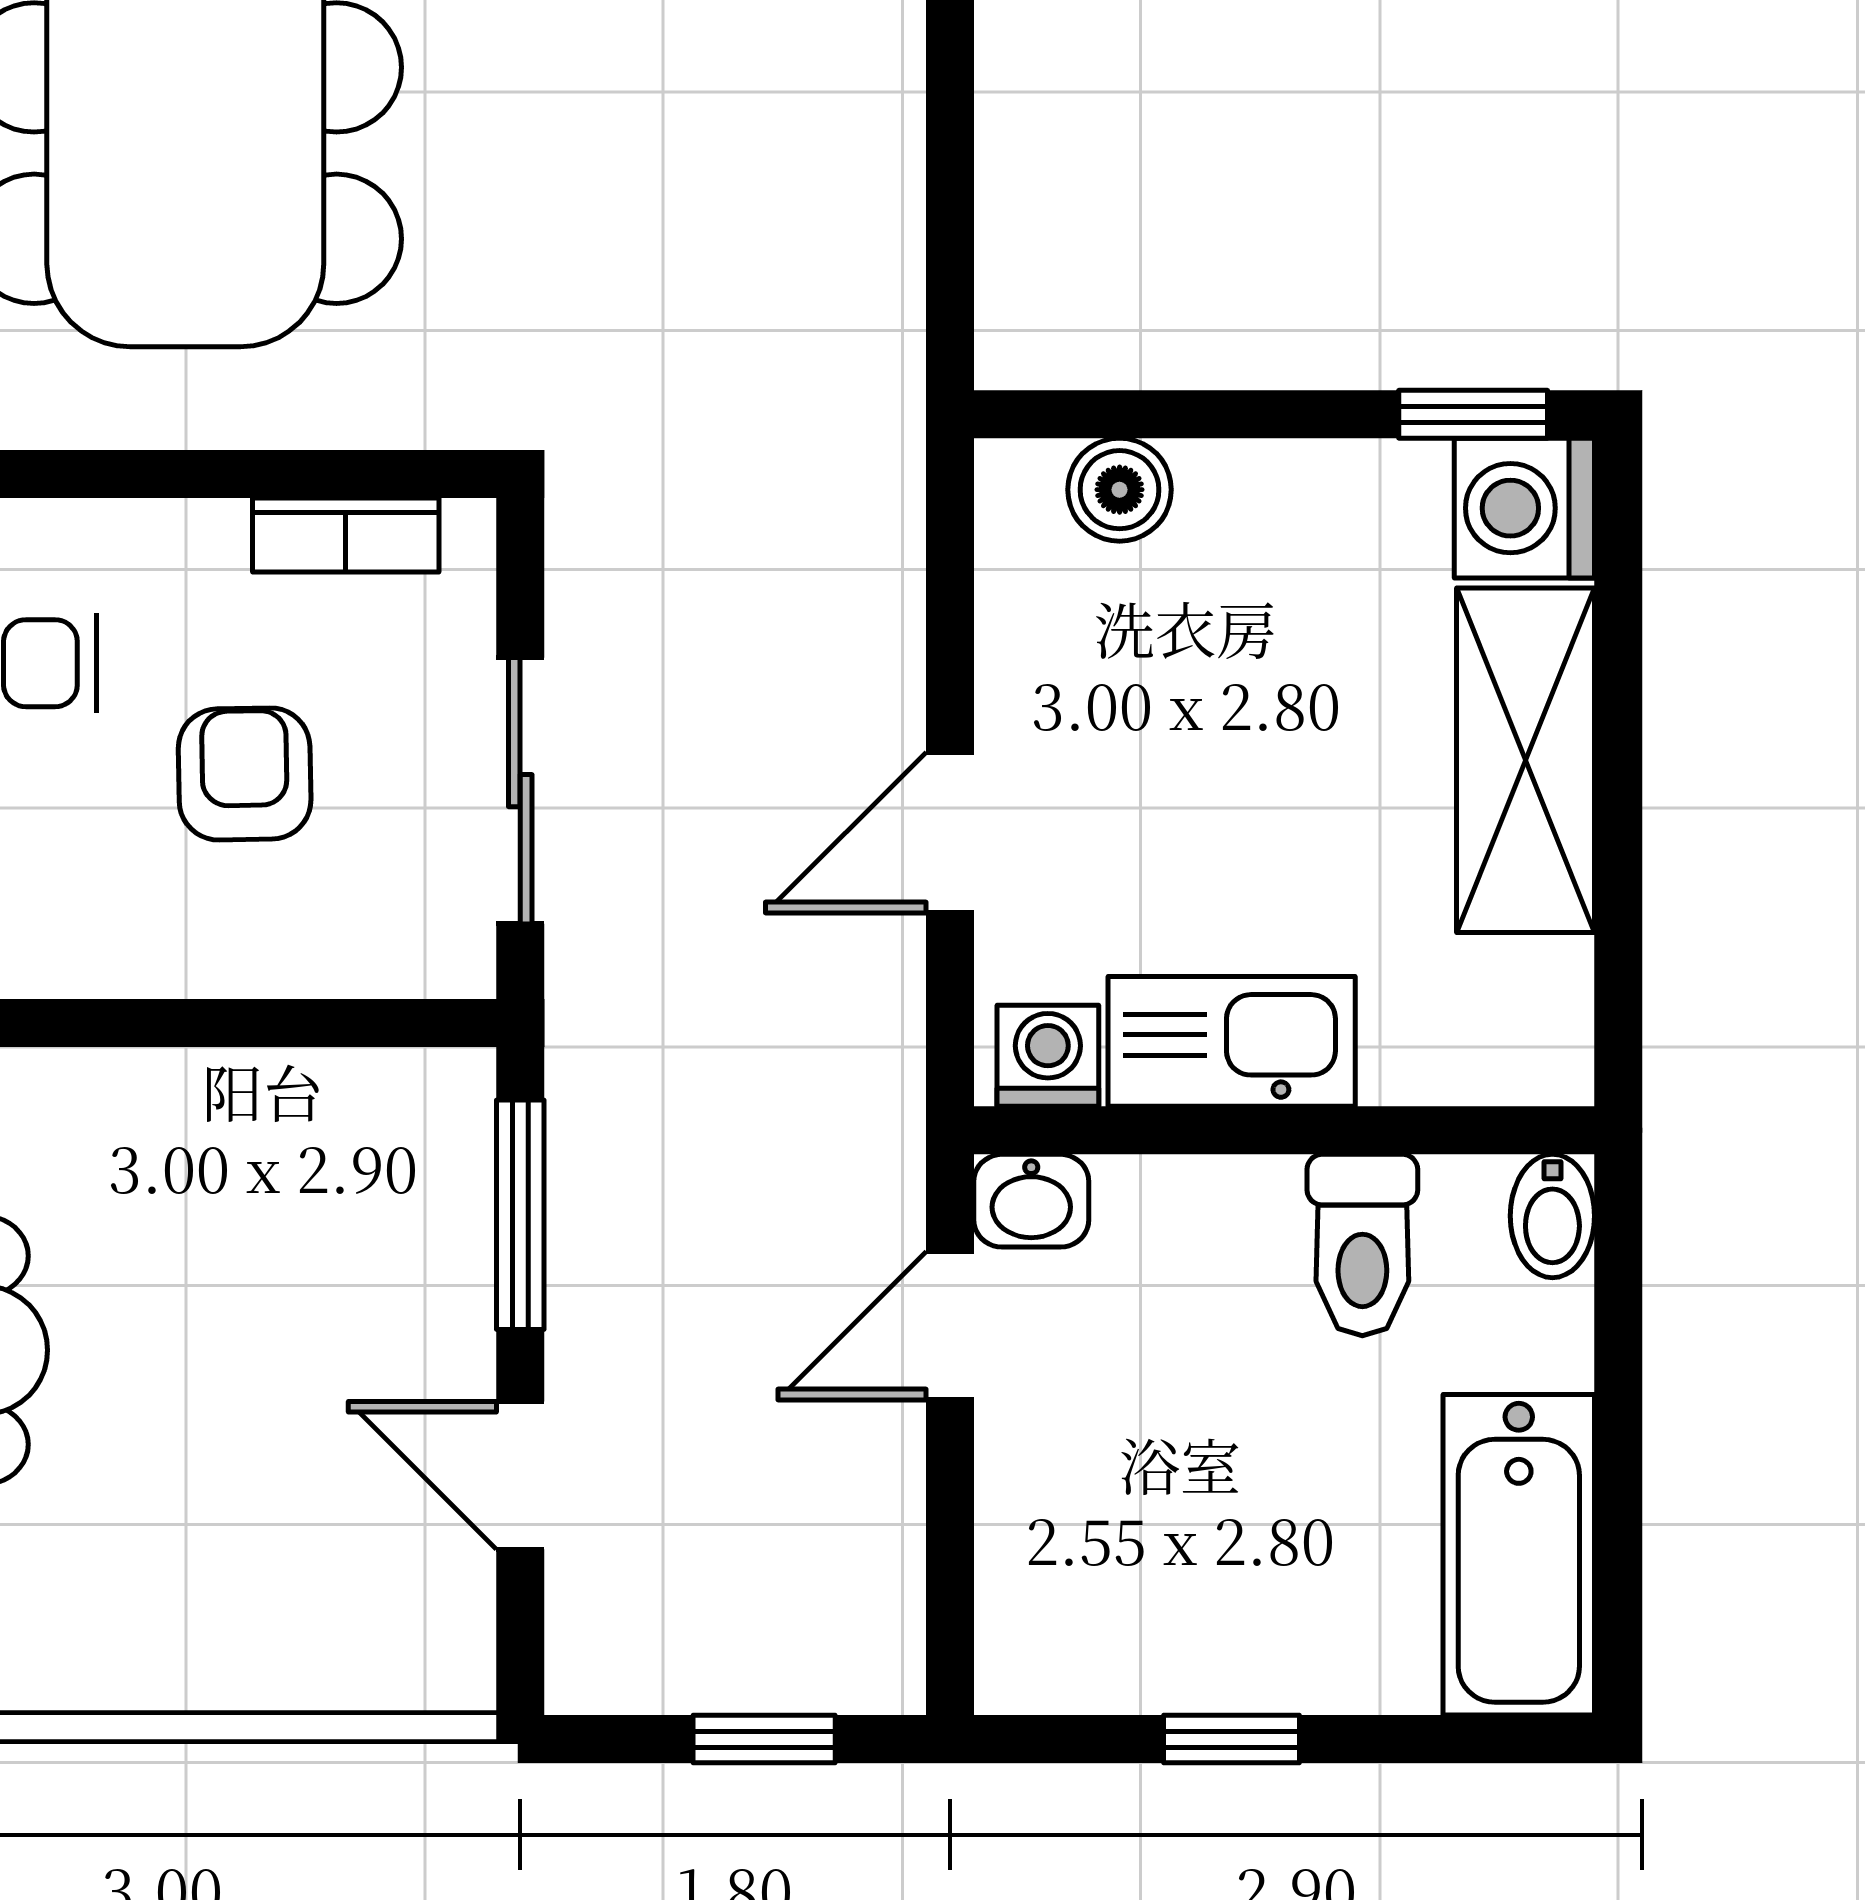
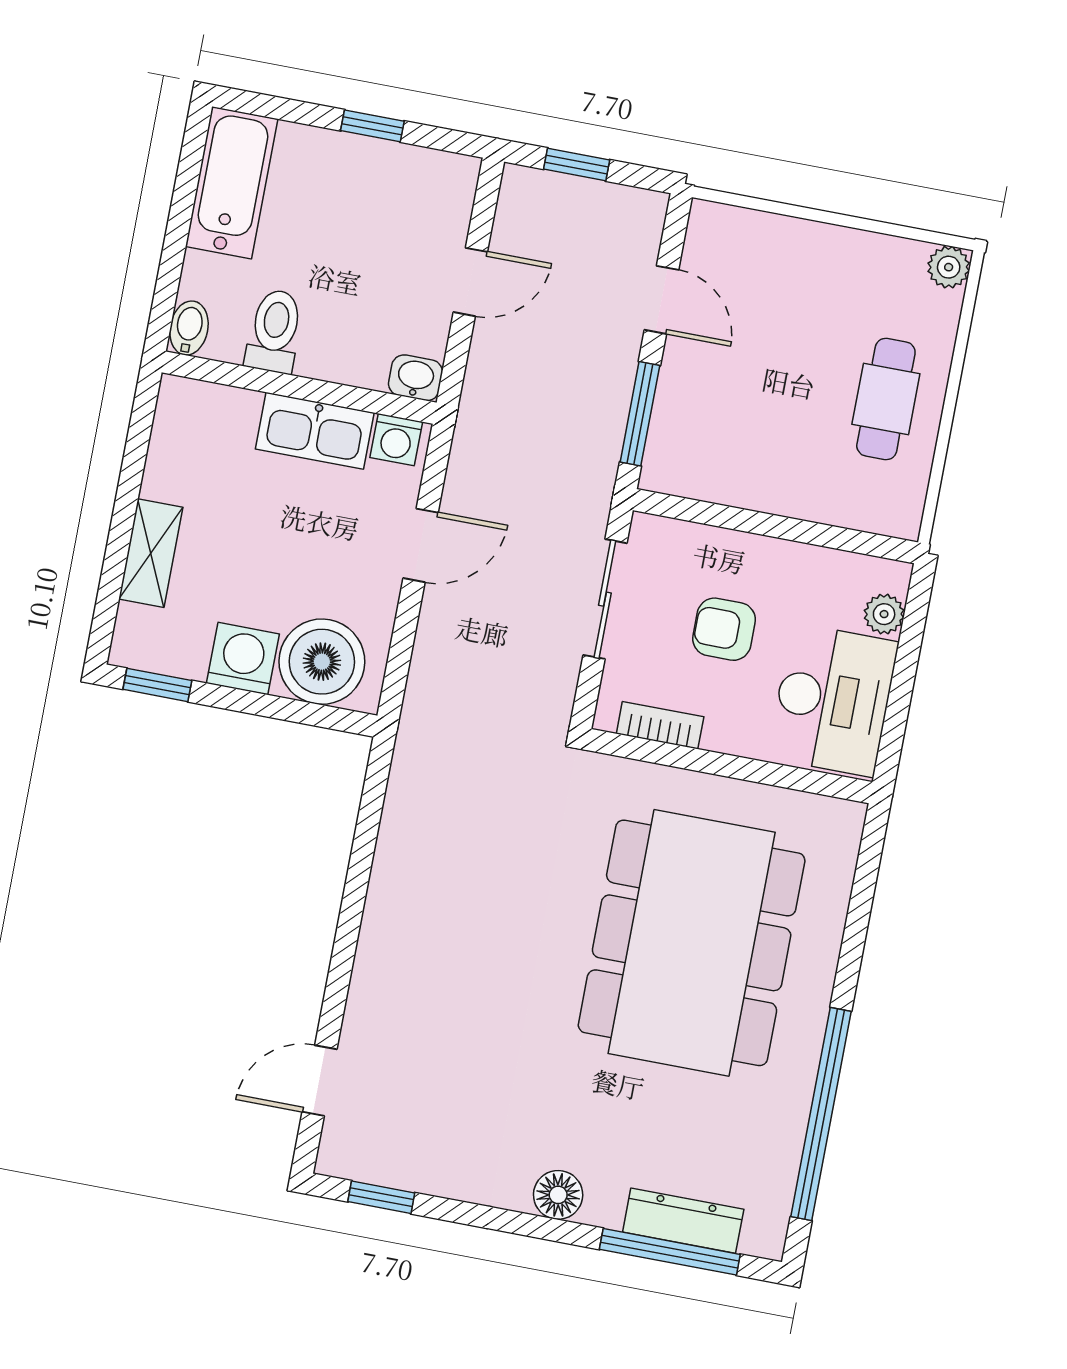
boiler: (1120, 490) -> (322, 662), width x1.86, depth x1.86
washing machine: (1524, 508) -> (243, 659), moved, turned -90
shelving: (1525, 760) -> (151, 553), width x0.67, depth x0.75
armchair: (245, 774) -> (724, 629), turned 91
door: (950, 1326) -> (470, 282), moved

